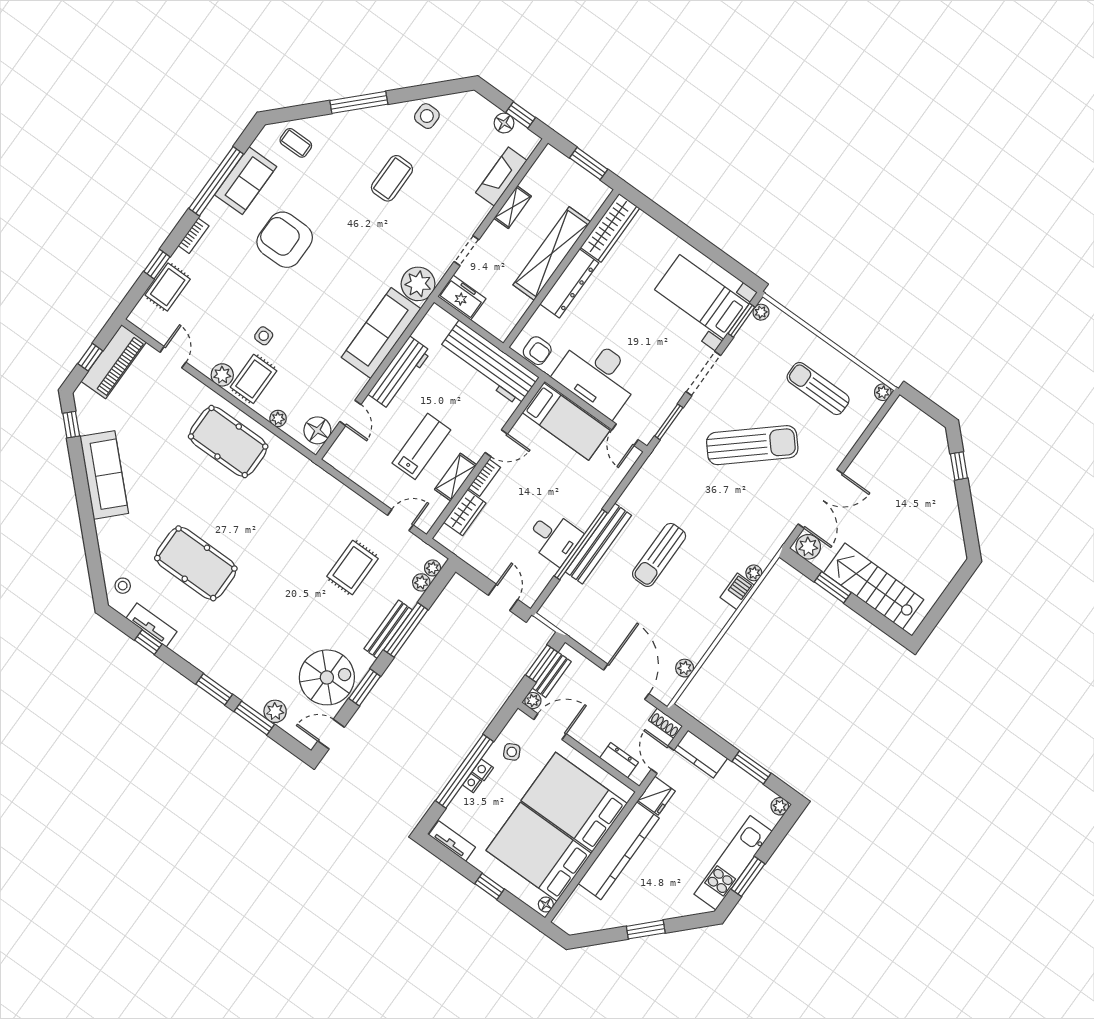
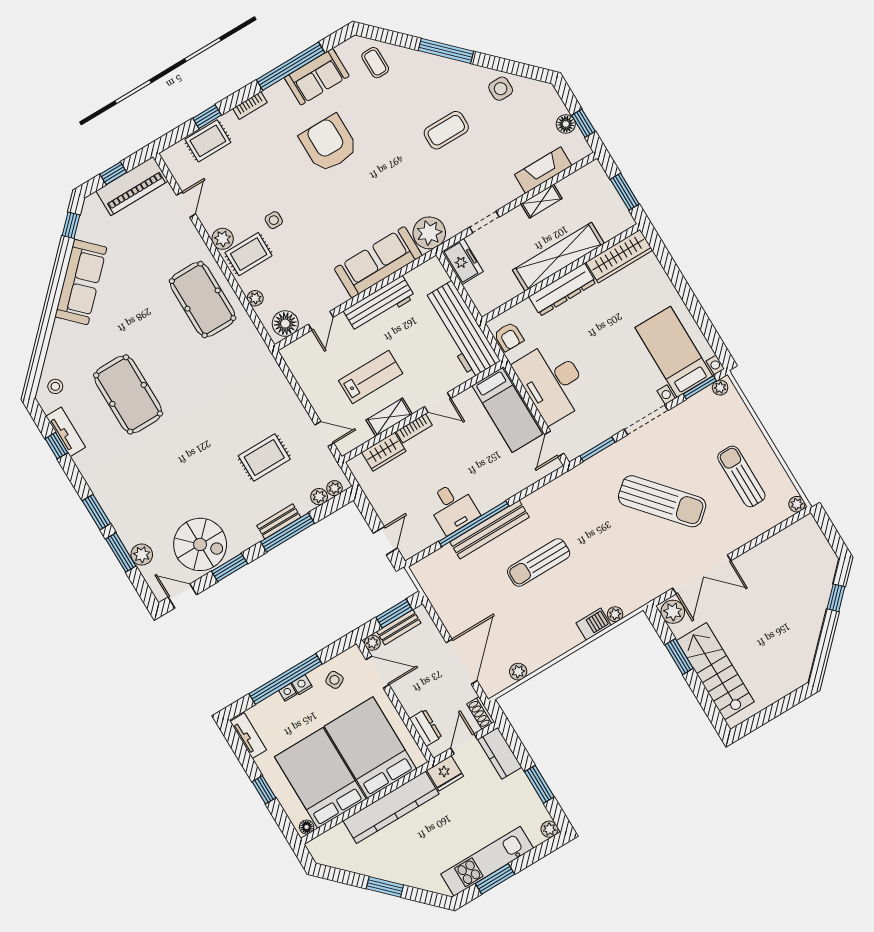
bench: (388, 629) -> (279, 521), width x0.73

